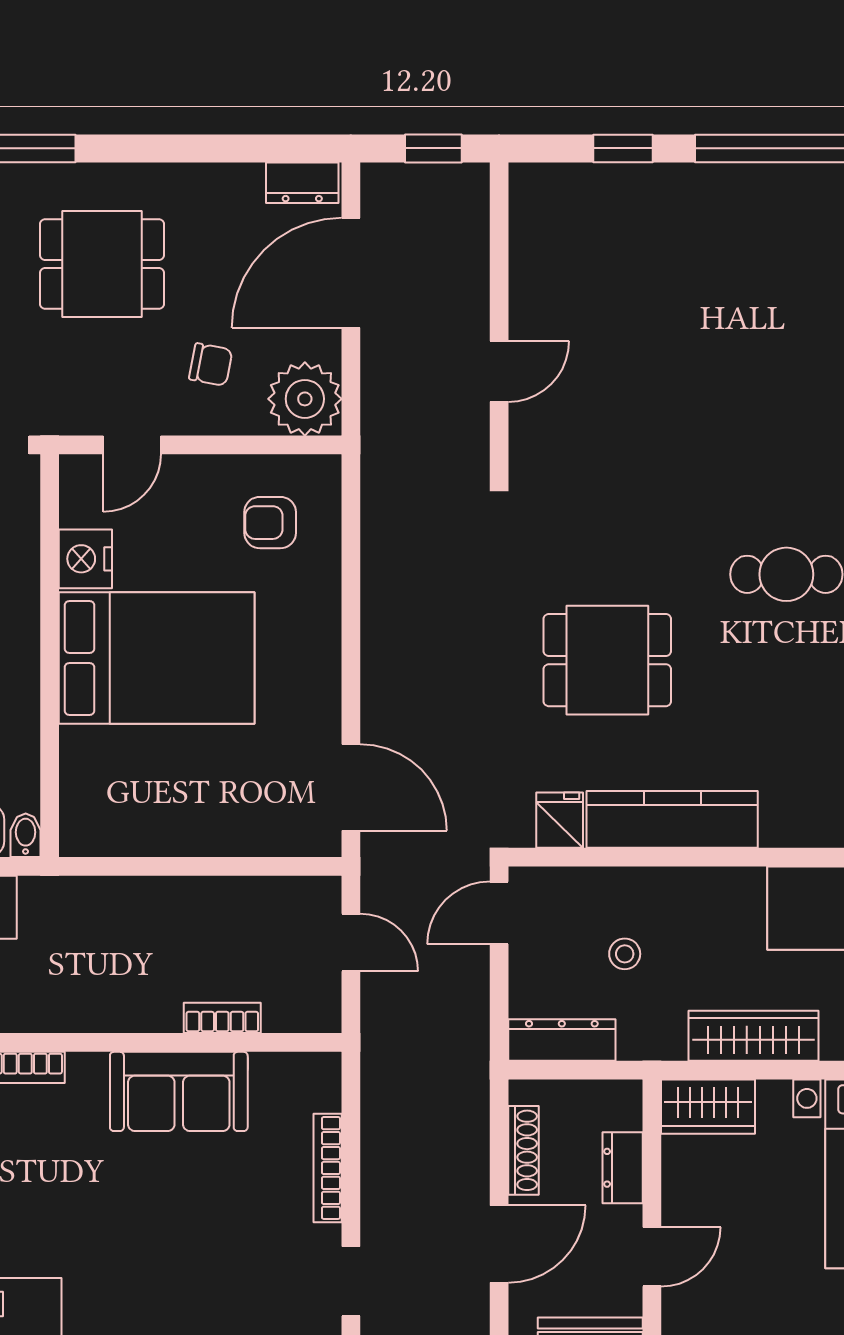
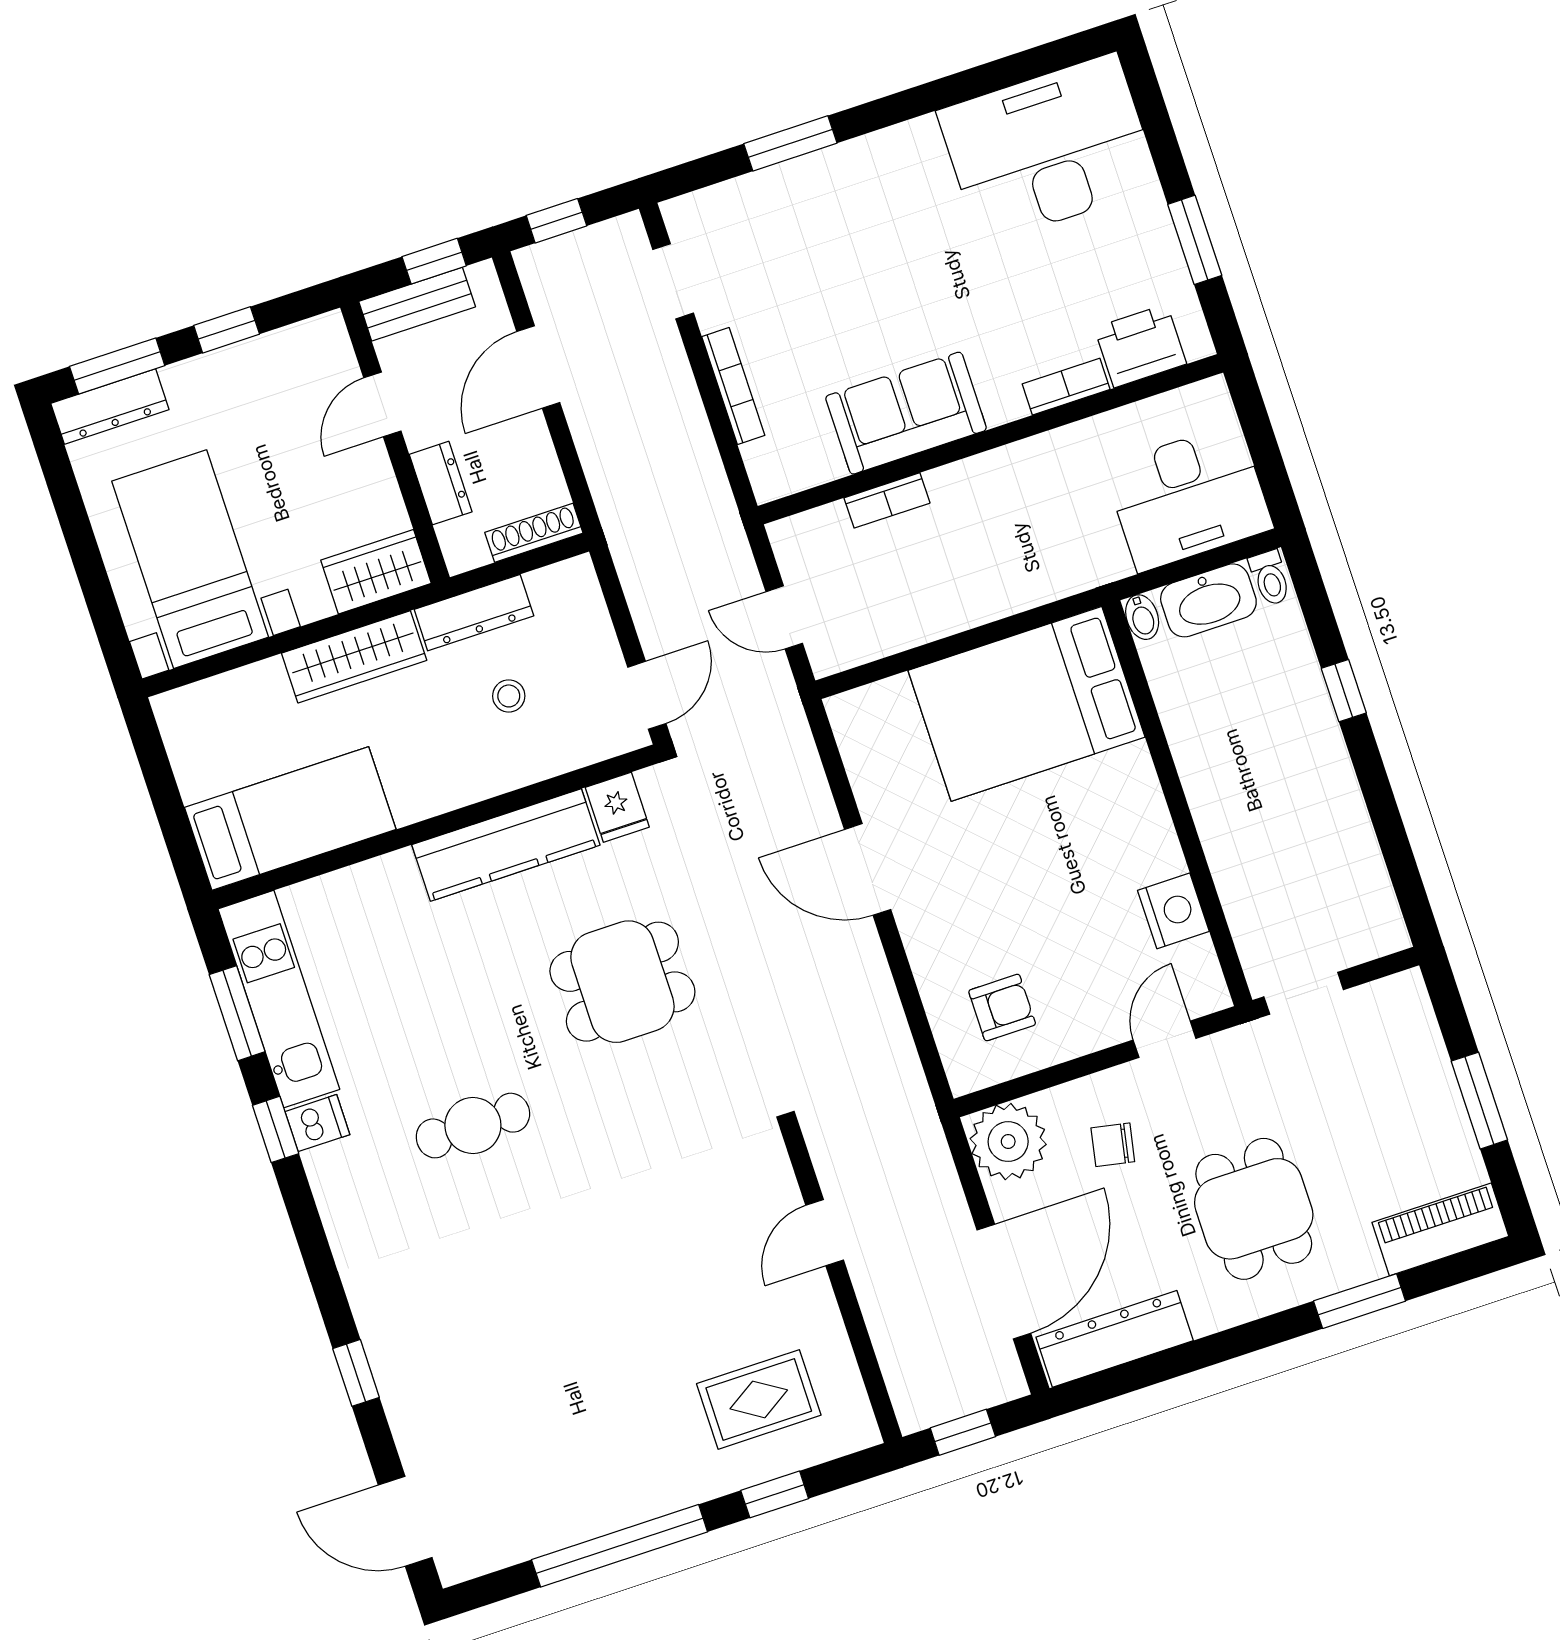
dresser: (302, 183) -> (1115, 1339), width x1.96, depth x1.24
rug: (609, 240) -> (759, 1399), added
dining table: (102, 264) -> (1254, 1209), turned 90
bed: (157, 658) -> (1026, 704), moved
door: (351, 787) -> (868, 869), moved
dresser: (562, 1040) -> (474, 613), moved
shoe rack: (523, 1150) -> (534, 533), moved, turned 90

